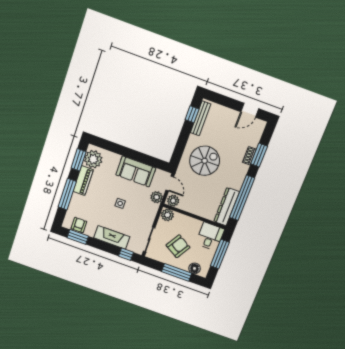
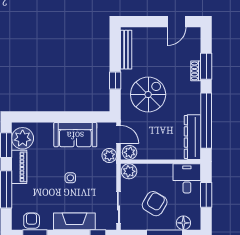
window: (192, 114) -> (115, 81), moved
window: (220, 254) -> (206, 195), width x0.69

